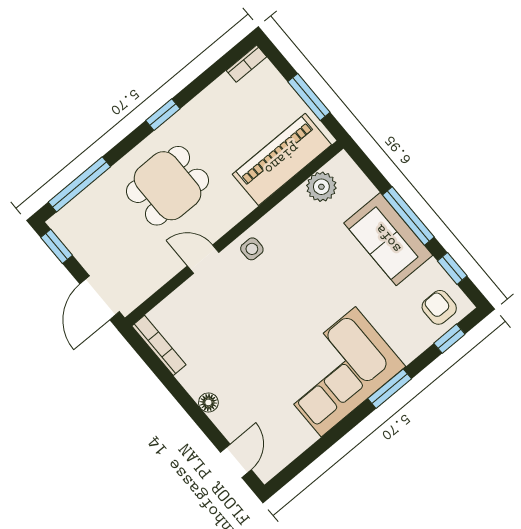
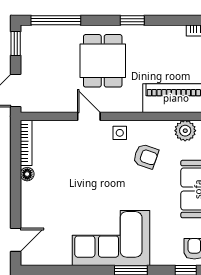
dining table: (168, 186) -> (103, 61), turned 90
armchair: (302, 251) -> (146, 156), added
floor lamp: (208, 402) -> (27, 174), moved

